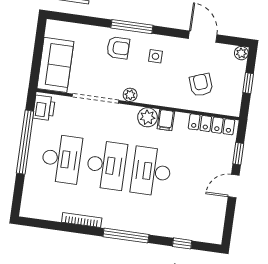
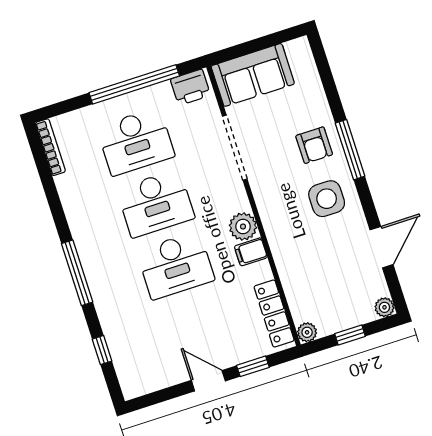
side table: (155, 56) -> (327, 199), width x1.87, depth x1.87
armchair: (201, 85) -> (318, 275), removed
plant: (130, 95) -> (307, 332), moved
desk: (151, 171) -> (176, 265), turned 180
bookcase: (82, 220) -> (50, 147), moved

